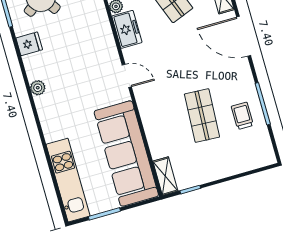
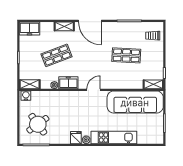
door: (244, 36) -> (90, 21), hinge flipped
fridge: (29, 44) -> (76, 138), moved
trolley: (242, 116) -> (153, 36), moved
kitchen unit: (68, 180) -> (114, 137), moved

